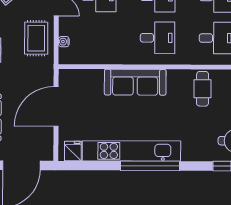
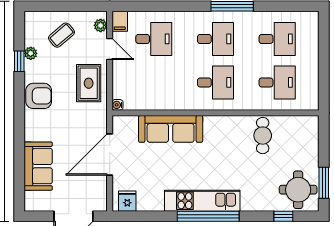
water cooler: (64, 42) -> (118, 105), moved
sofa: (135, 82) -> (171, 129), moved
kitchen unit: (131, 151) -> (202, 201), width x0.73

